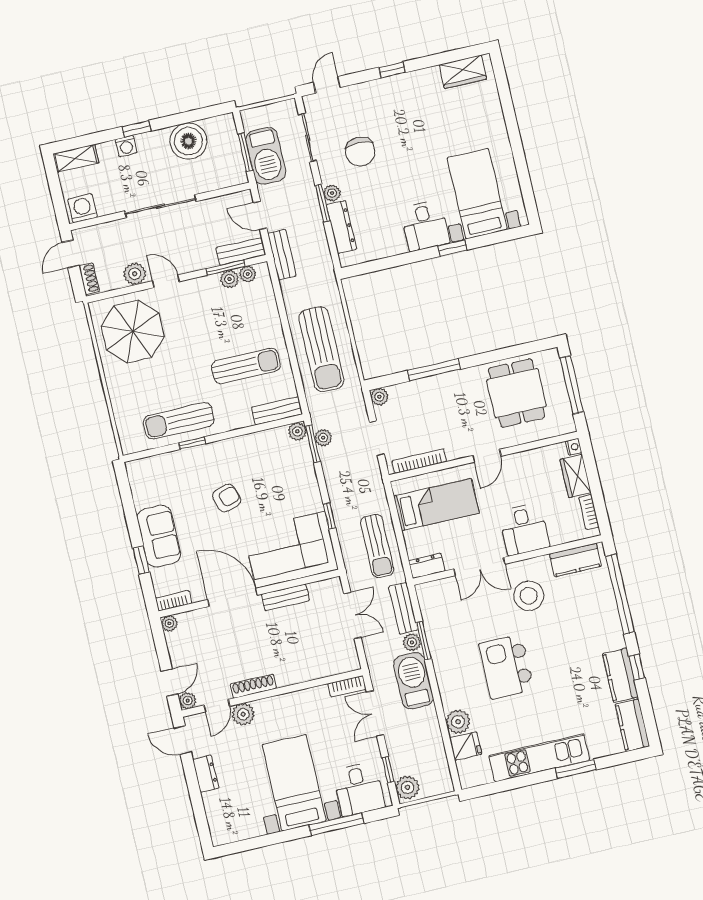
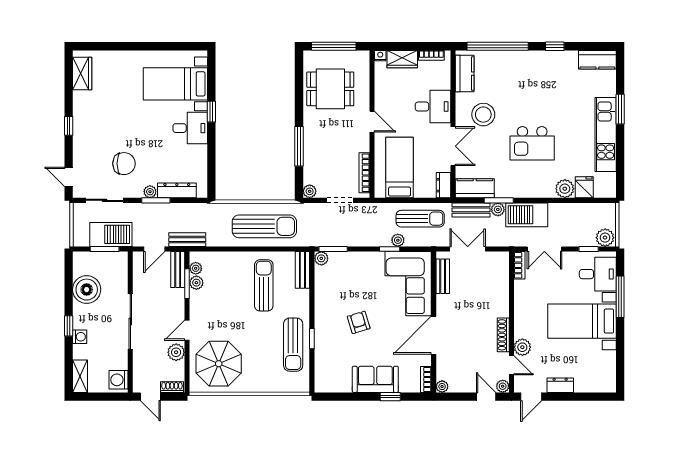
plant: (323, 438) -> (398, 240), moved
bench: (285, 597) -> (443, 276), moved
kitchen counter: (620, 675) -> (475, 188), moved, turned 180

